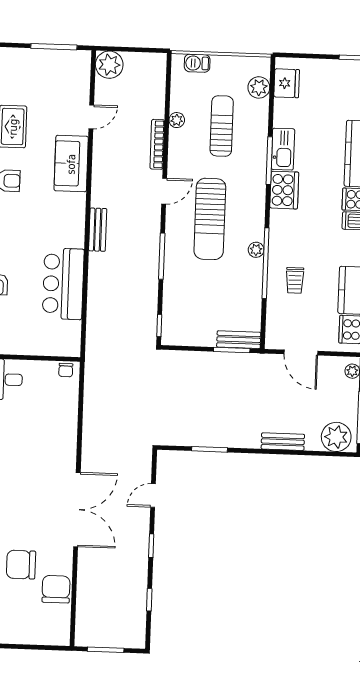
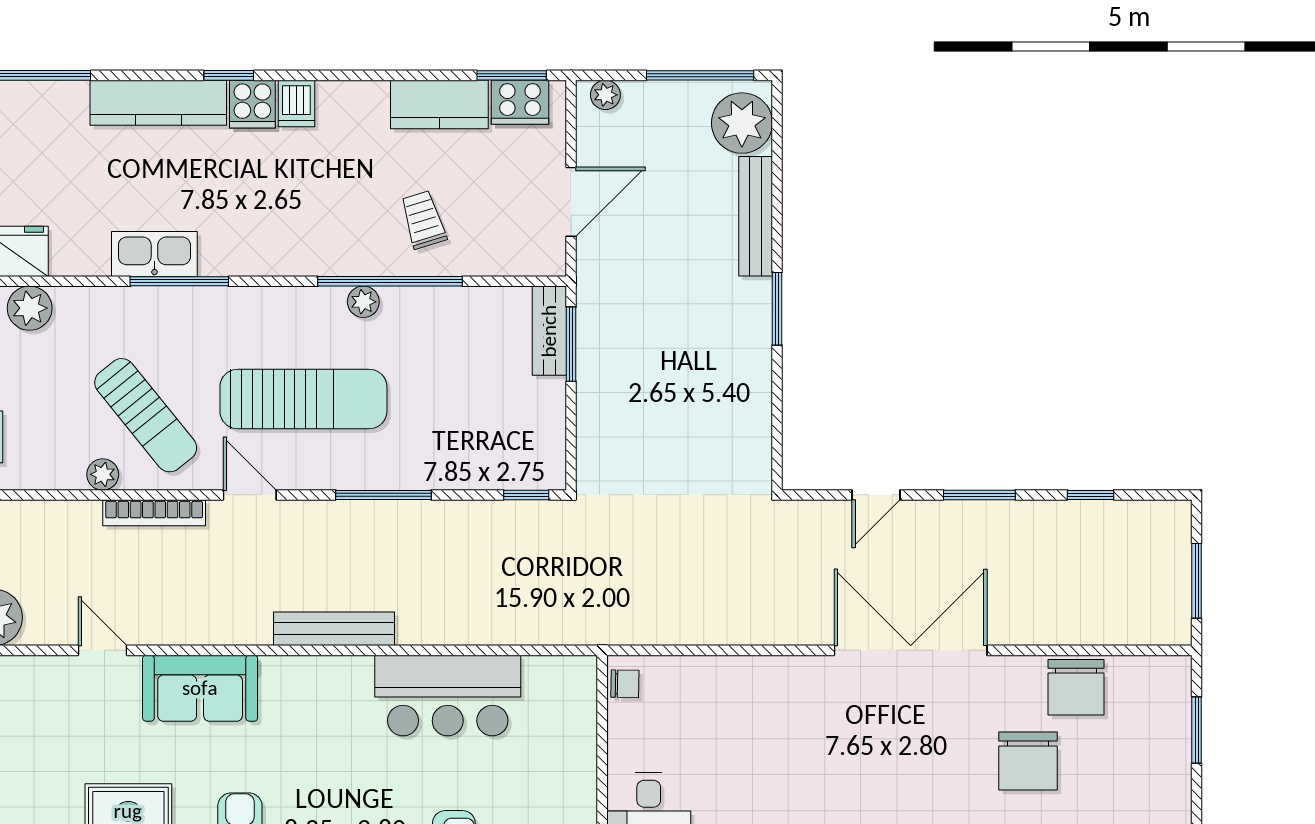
sun lounger: (222, 126) -> (146, 415), moved, turned -129
cooker: (284, 190) -> (239, 248), removed
bench: (98, 230) -> (334, 629), width x1.36
trolley: (295, 280) -> (423, 220), turned -107
bench: (283, 442) -> (756, 216), width x1.36
window: (209, 449) -> (777, 309), moved
door: (153, 495) -> (876, 495), hinge flipped
window: (151, 546) -> (979, 495), width x1.50
chair: (56, 589) -> (1076, 687), turned -90
window: (33, 647) -> (1197, 730), added

